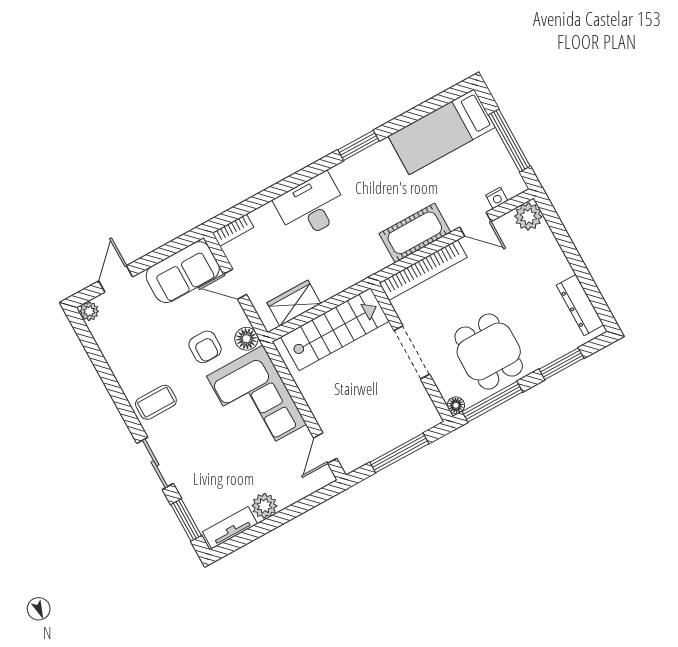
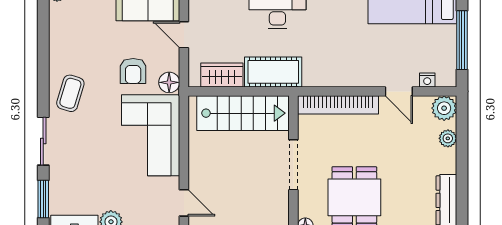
cot: (415, 233) -> (273, 72), moved
plant: (548, 244) -> (448, 138), added
coffee table: (156, 402) -> (70, 93), turned -73
door: (325, 448) -> (184, 203), swing flipped

